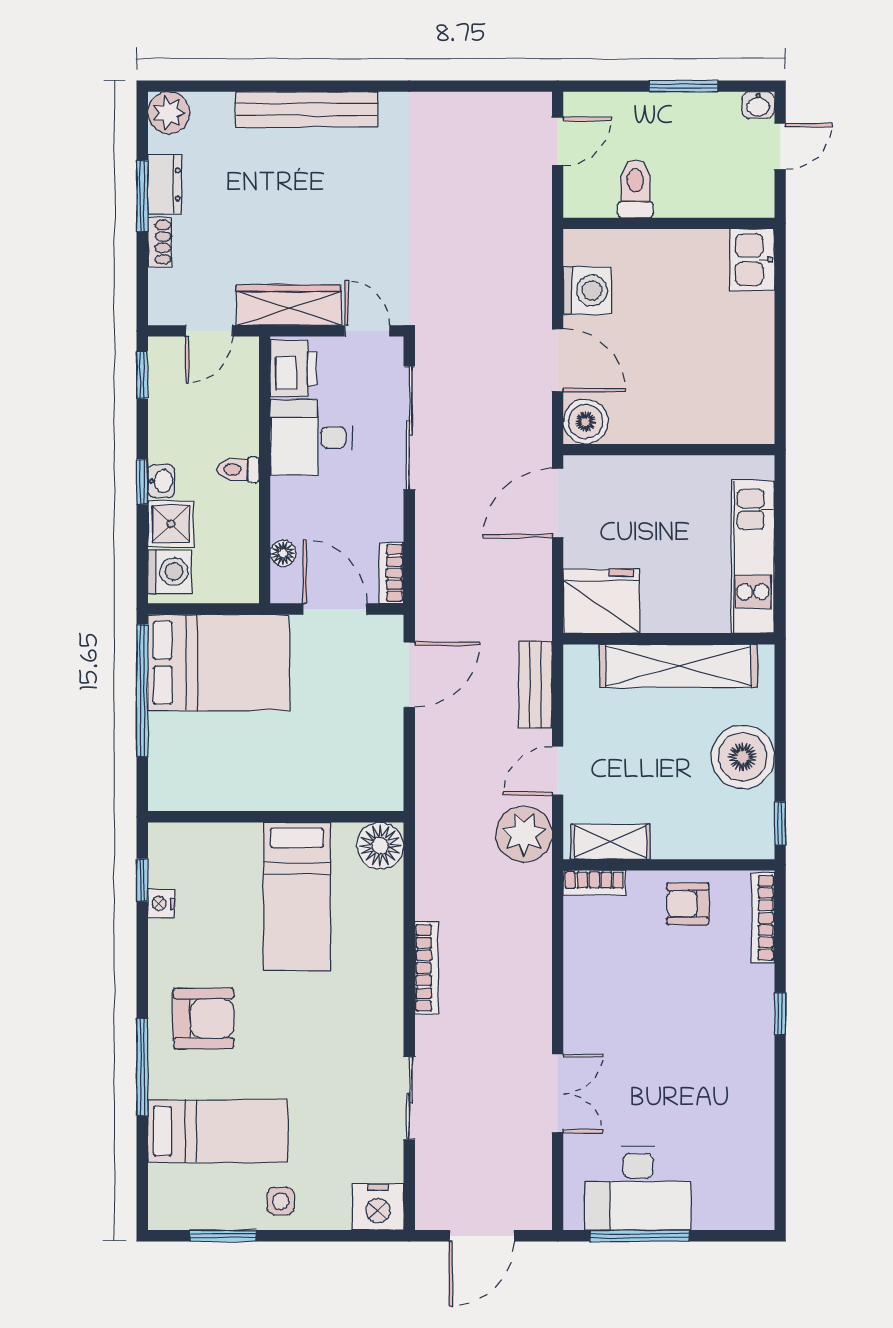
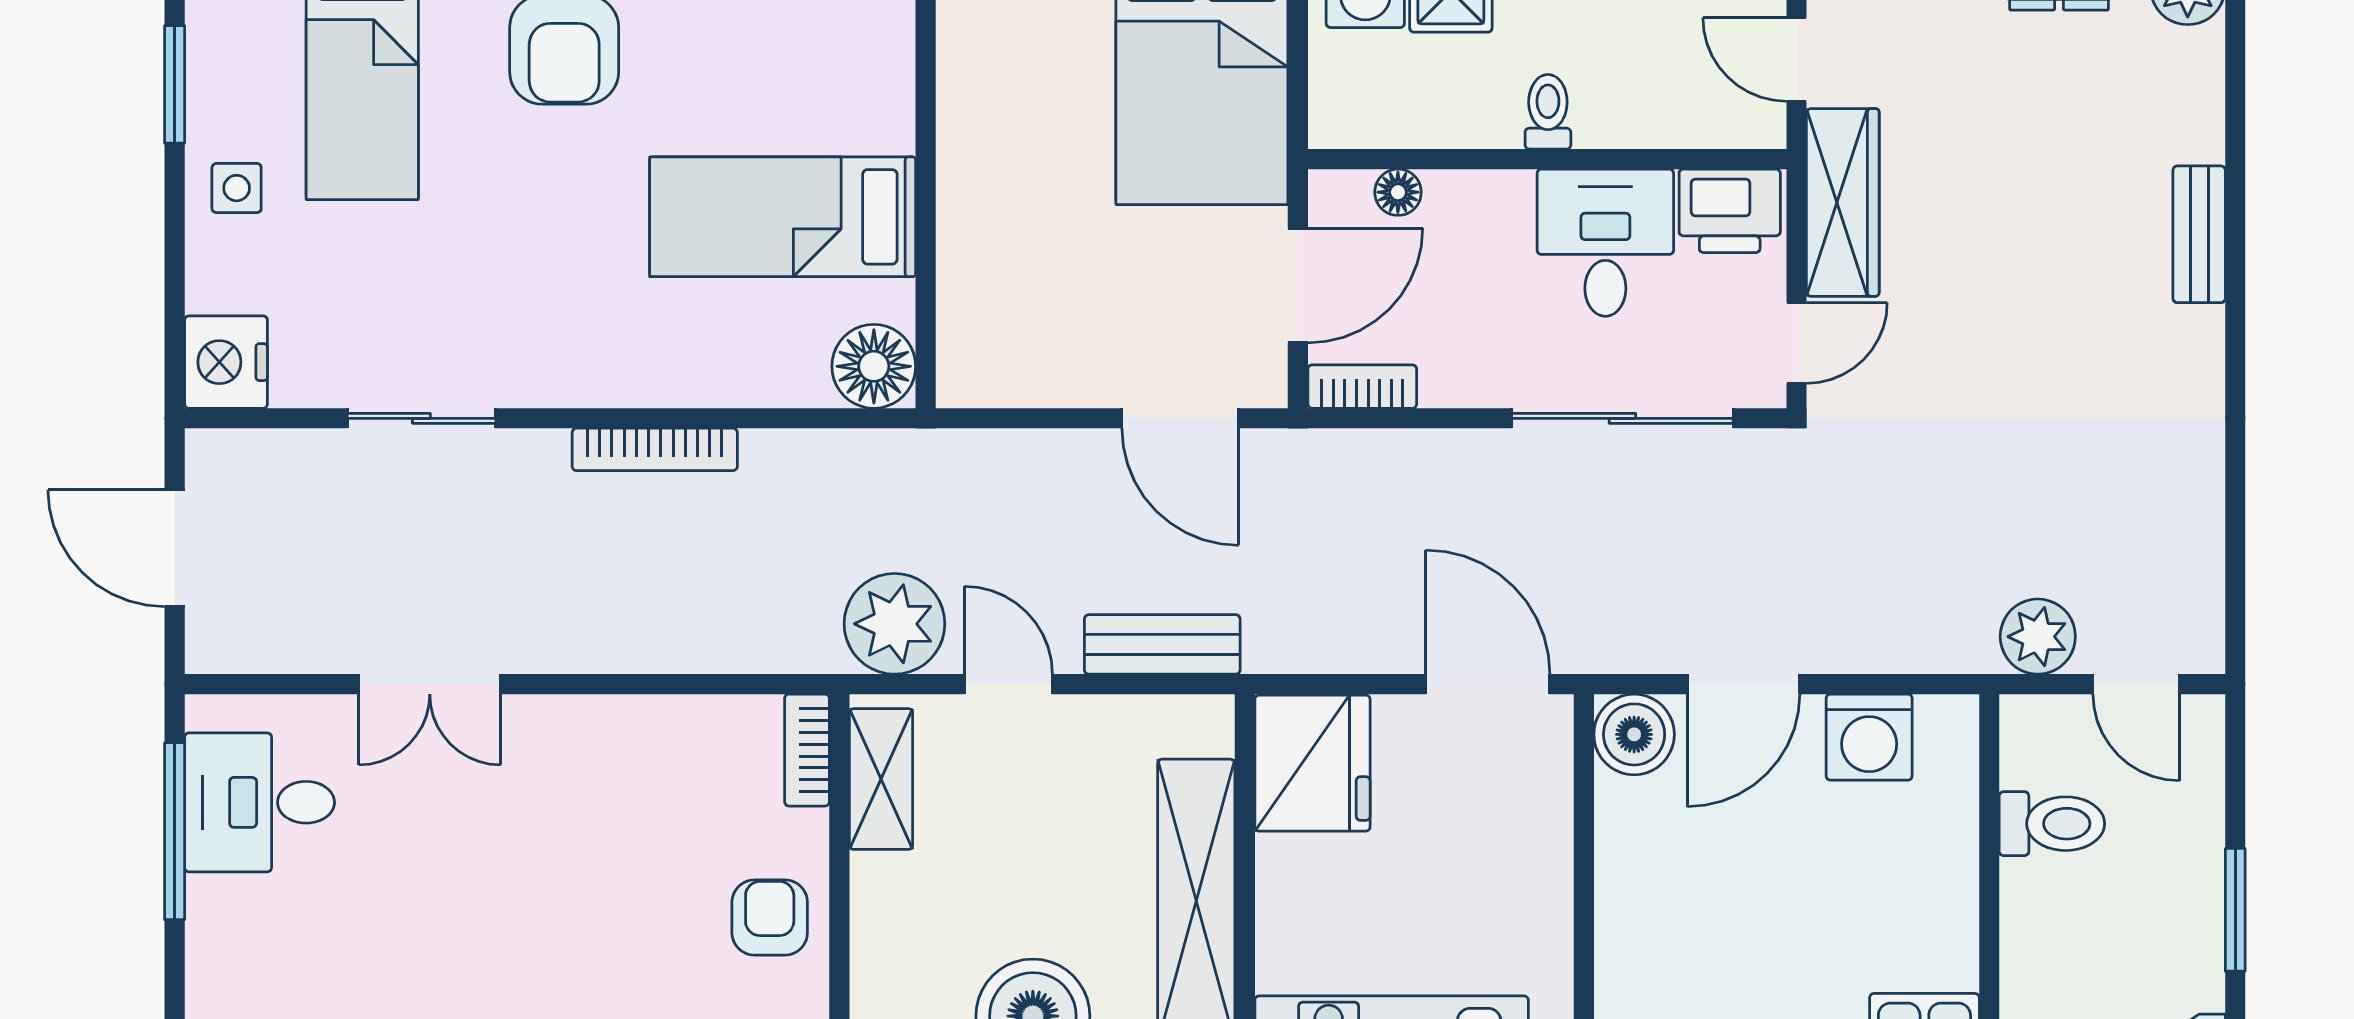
bench: (307, 109) -> (2199, 234), width x0.54, depth x0.82
plant: (531, 196) -> (2038, 637), added
desk: (638, 1188) -> (260, 802), width x0.73

